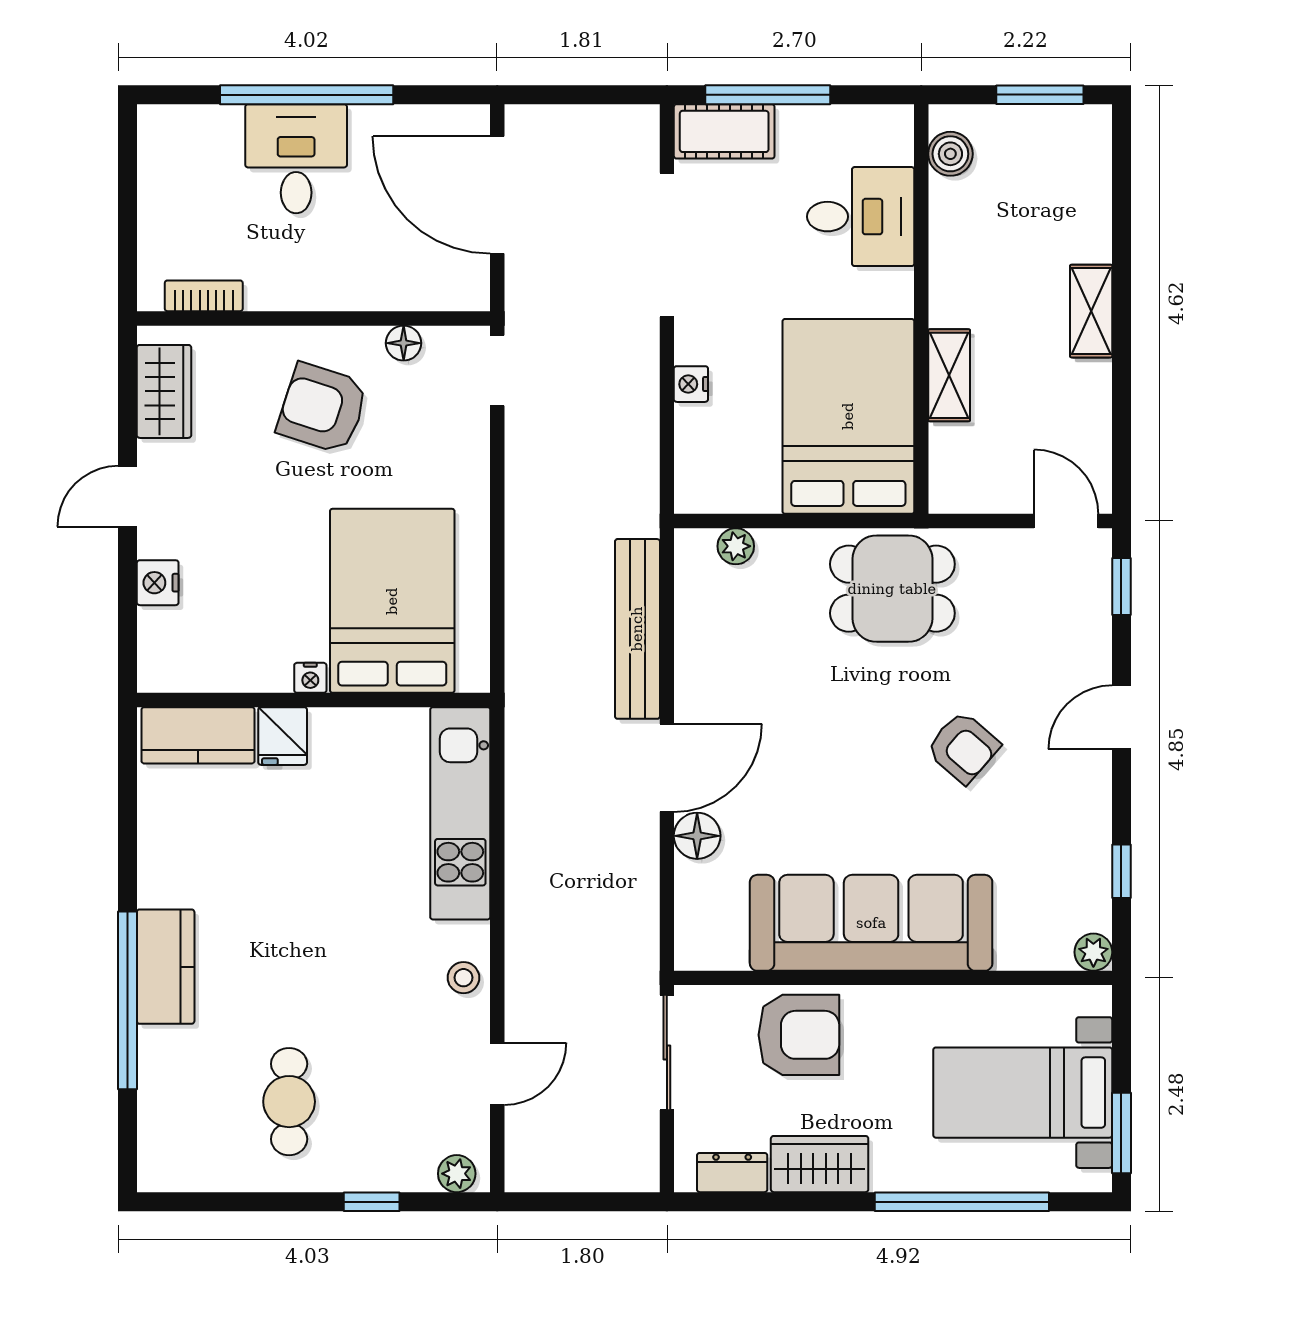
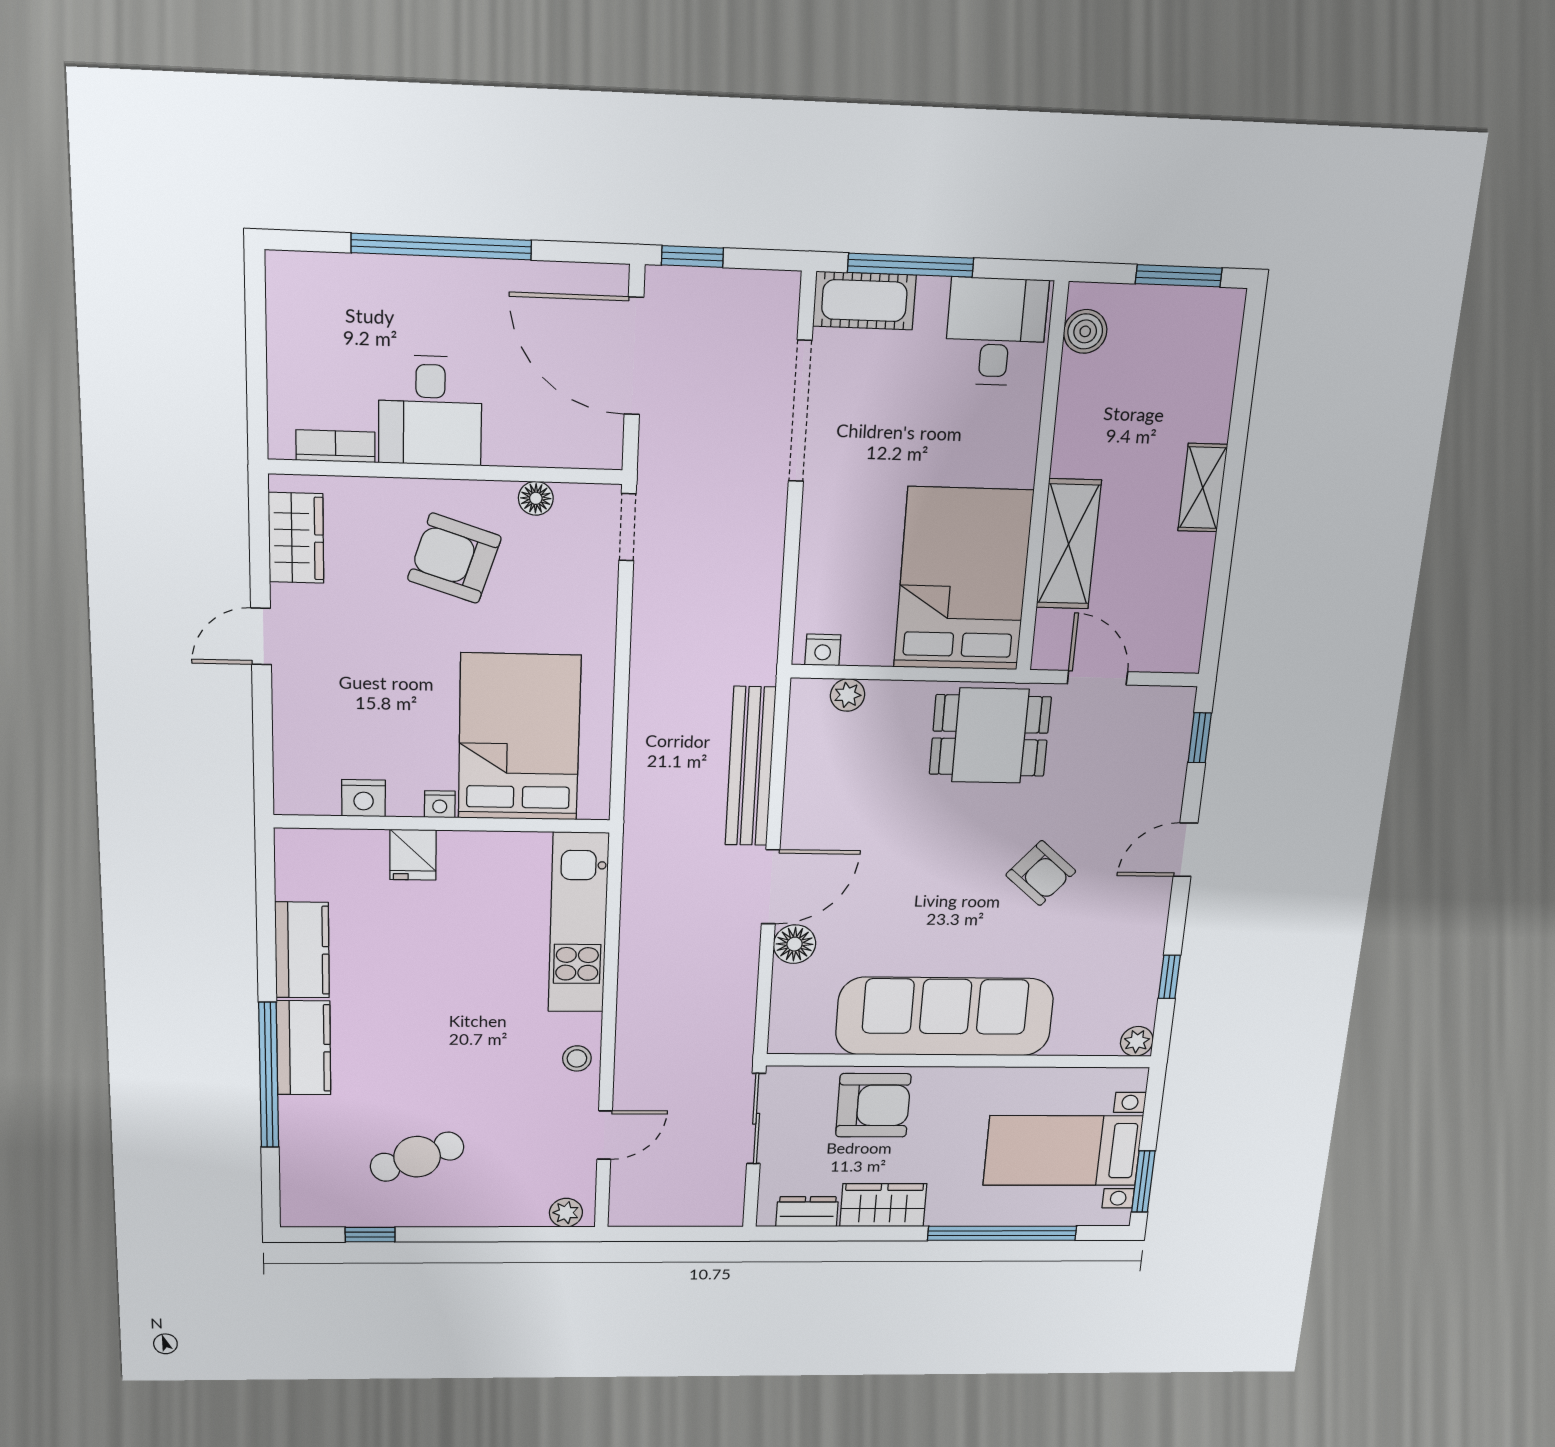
window: (551, 95) -> (692, 256), added
desk: (296, 159) -> (430, 411), moved, turned 180
desk: (861, 217) -> (996, 332), moved, turned -90
shelving: (949, 375) -> (1069, 544), width x1.50, depth x1.33
nightstand: (691, 384) -> (823, 650), moved, turned -90
door: (1066, 521) -> (1098, 678), moved
nightstand: (158, 583) -> (364, 798), moved, turned -90
kitchen counter: (198, 735) -> (302, 950), moved, turned -90
cafe table: (289, 1102) -> (417, 1157), turned 69
window: (372, 1202) -> (370, 1235), moved

